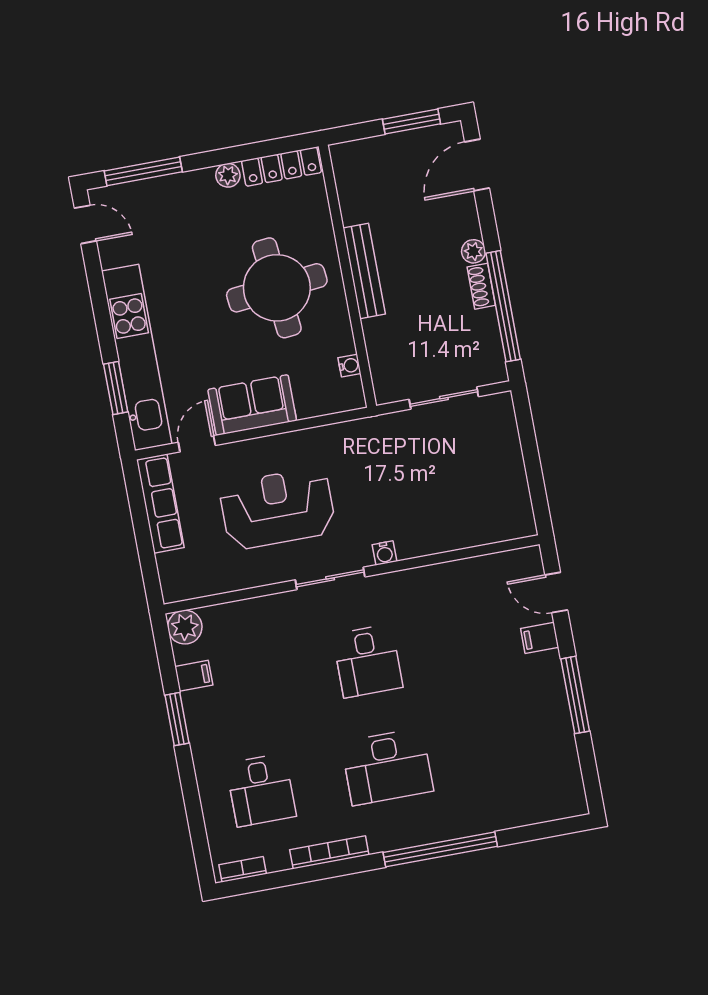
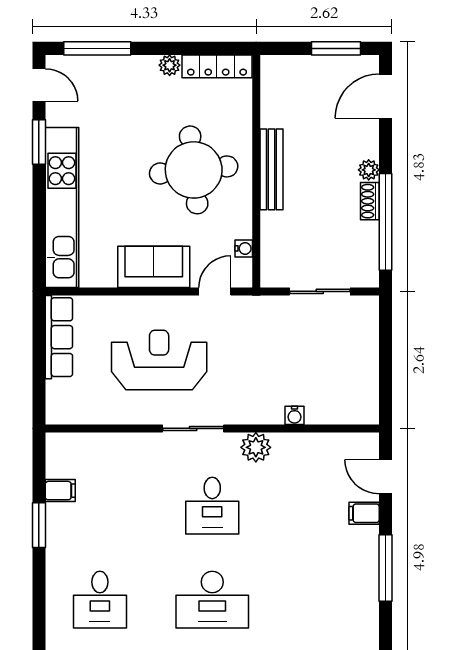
window: (116, 388) -> (39, 142), moved
door: (197, 444) -> (215, 291), moved
water cooler: (385, 553) -> (295, 415), moved
plant: (185, 627) -> (256, 447), moved

